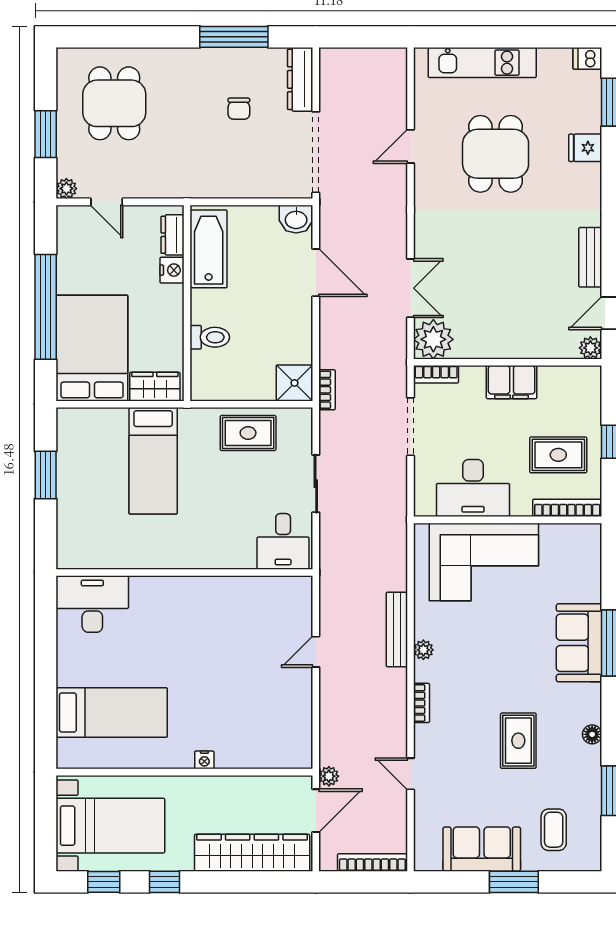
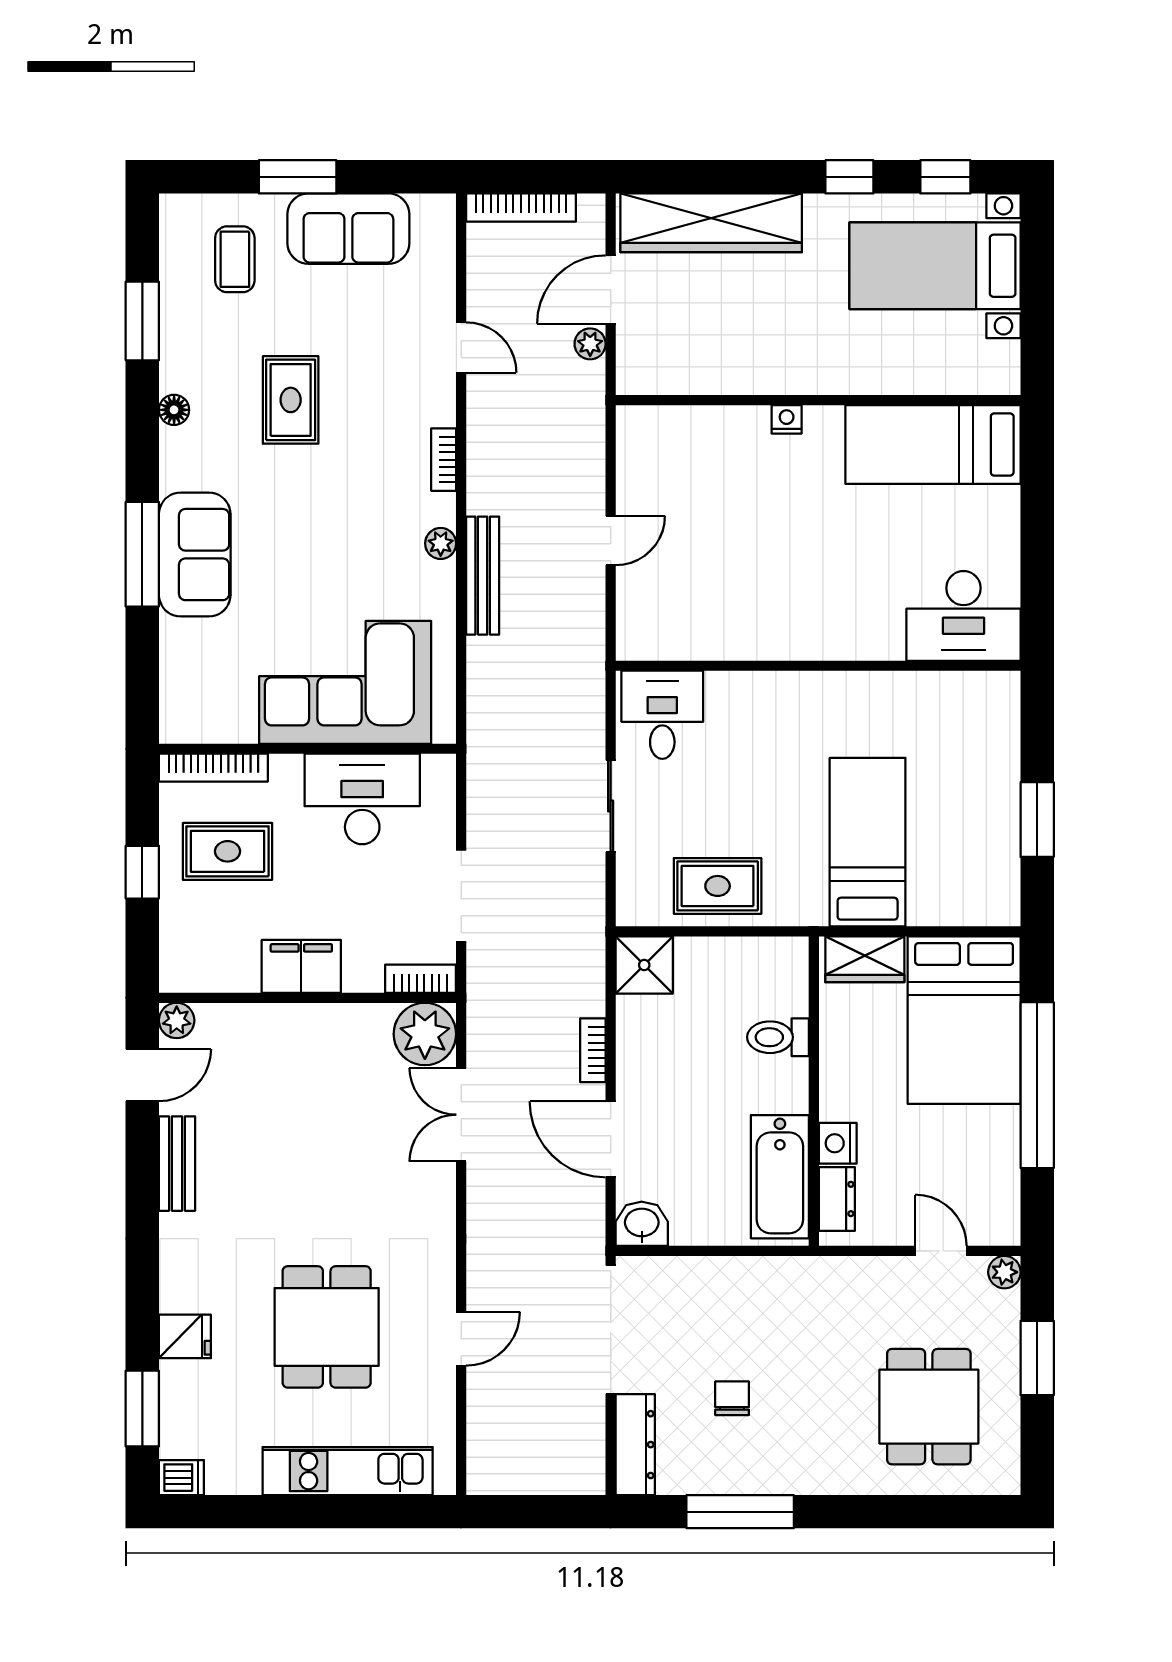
bookcase: (327, 390) -> (593, 1050), moved
nightstand: (204, 760) -> (787, 419), moved
wall: (184, 772) -> (818, 400), moved

